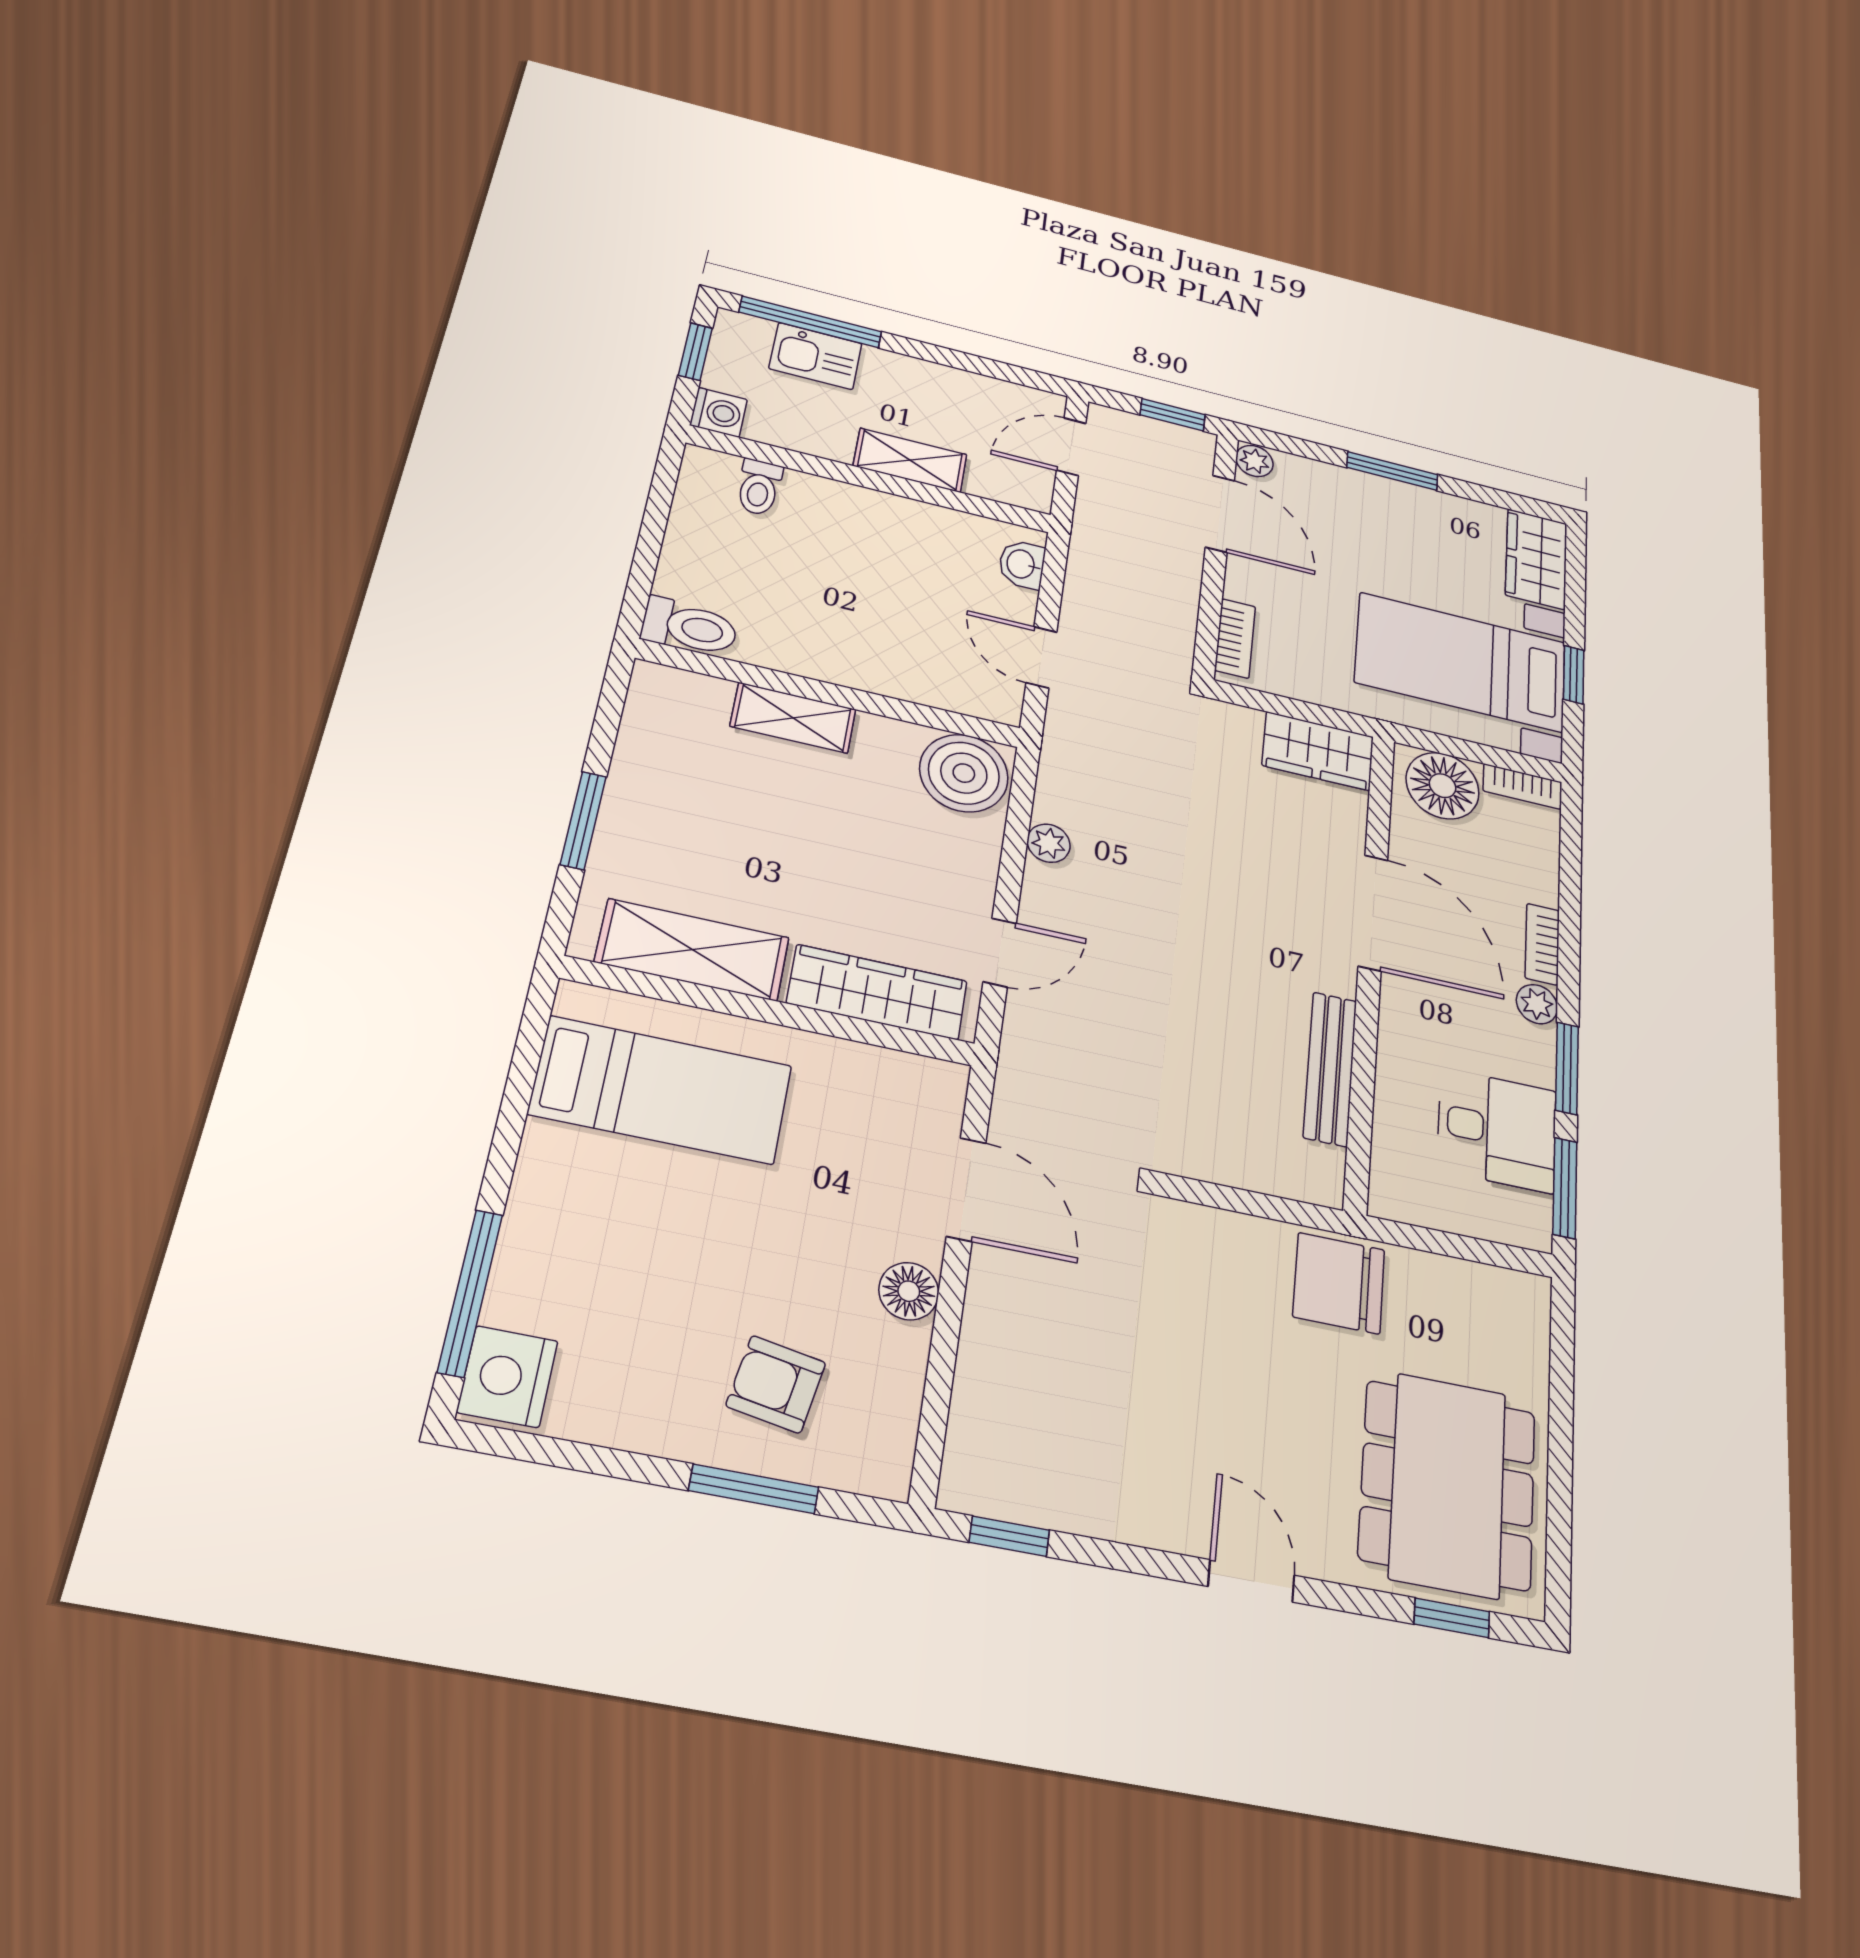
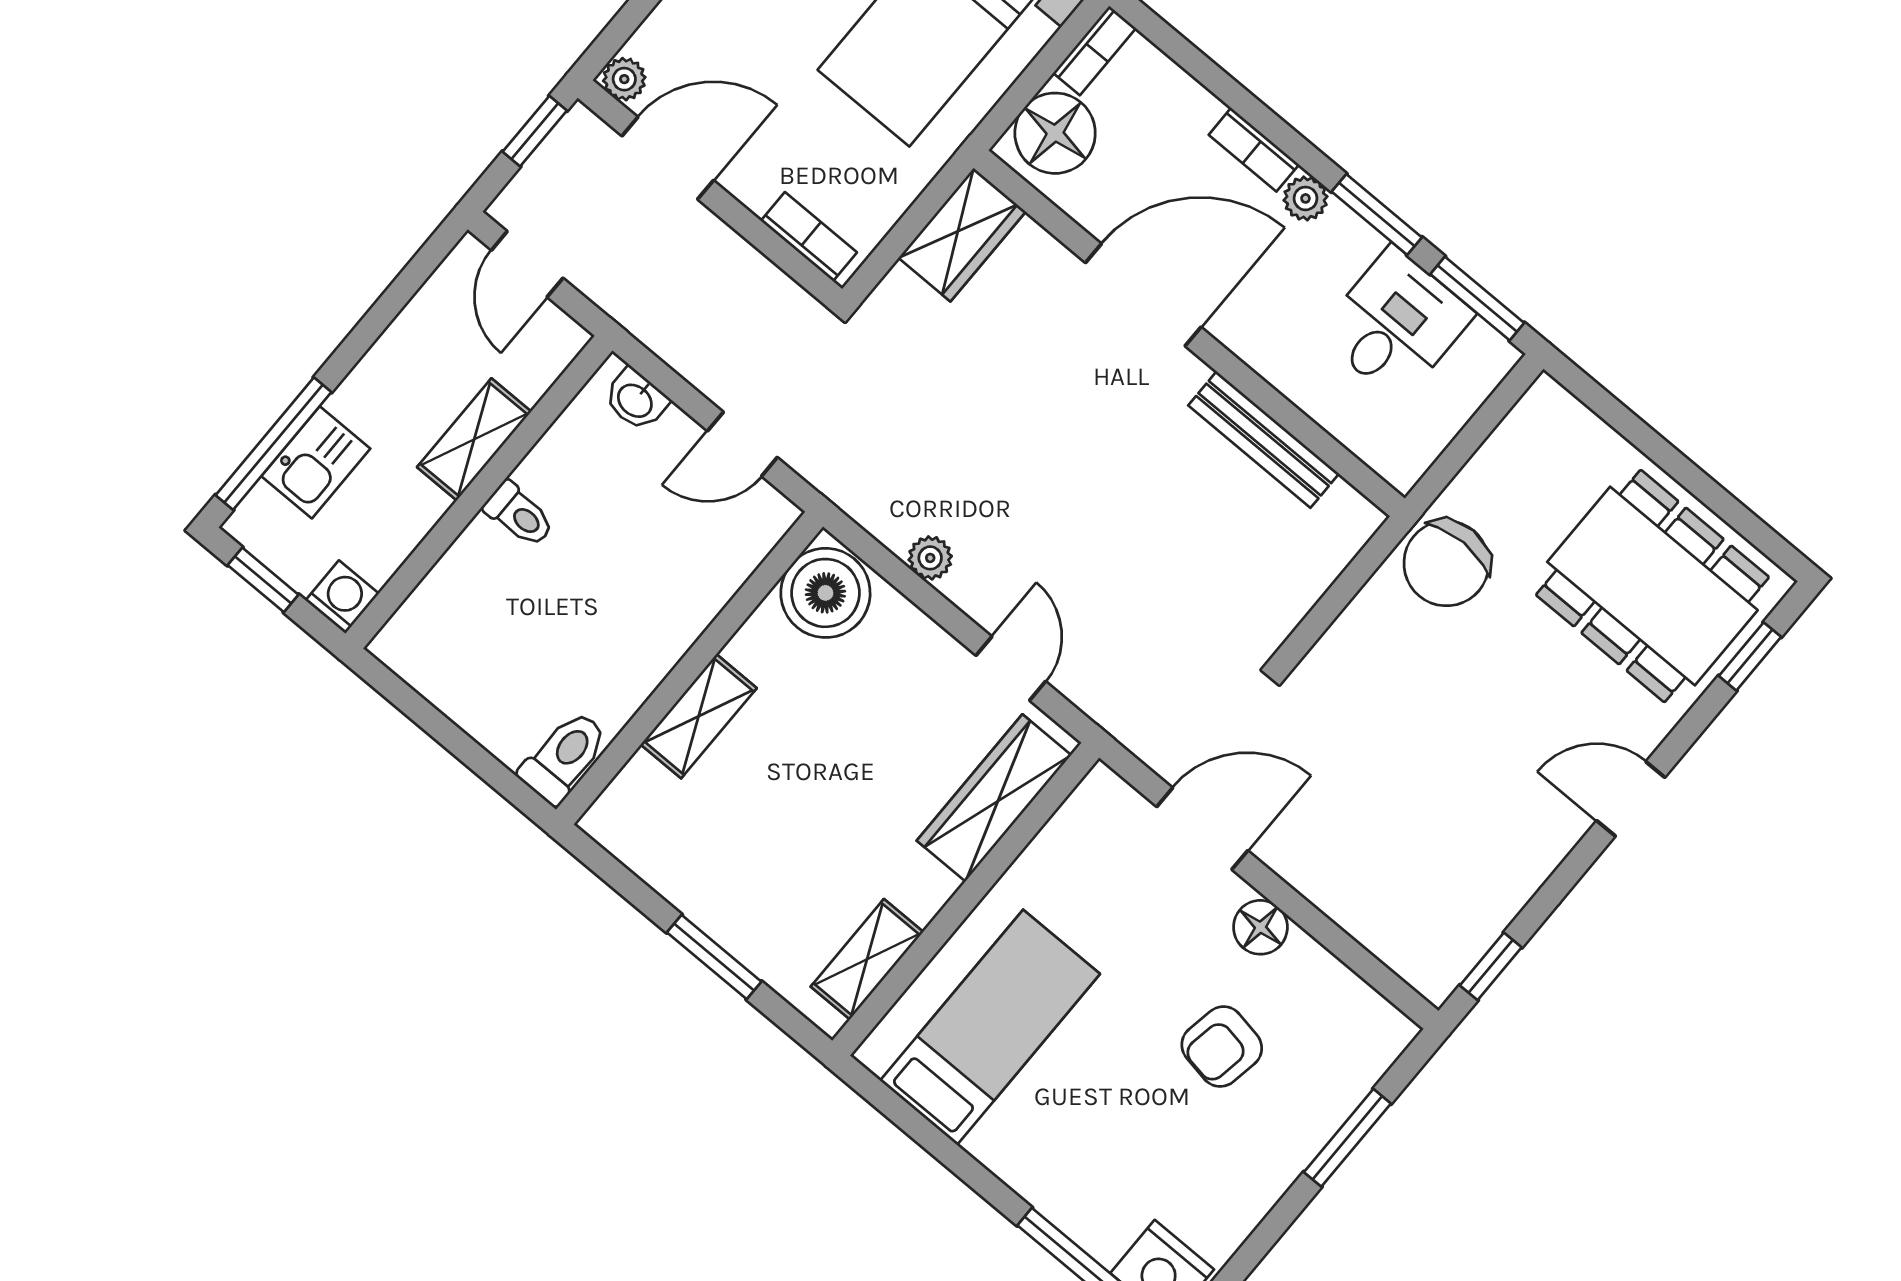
toilet: (759, 487) -> (519, 515), moved
shelving: (692, 950) -> (867, 959), width x0.67, depth x0.75
armchair: (776, 1384) -> (1222, 1047), moved

